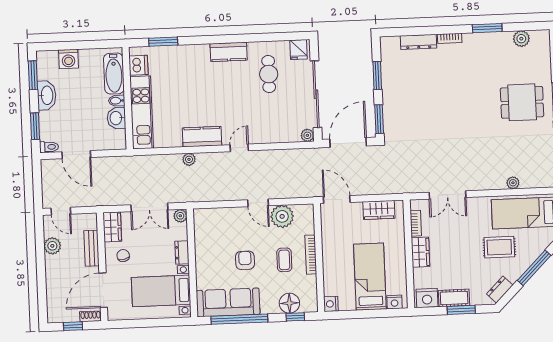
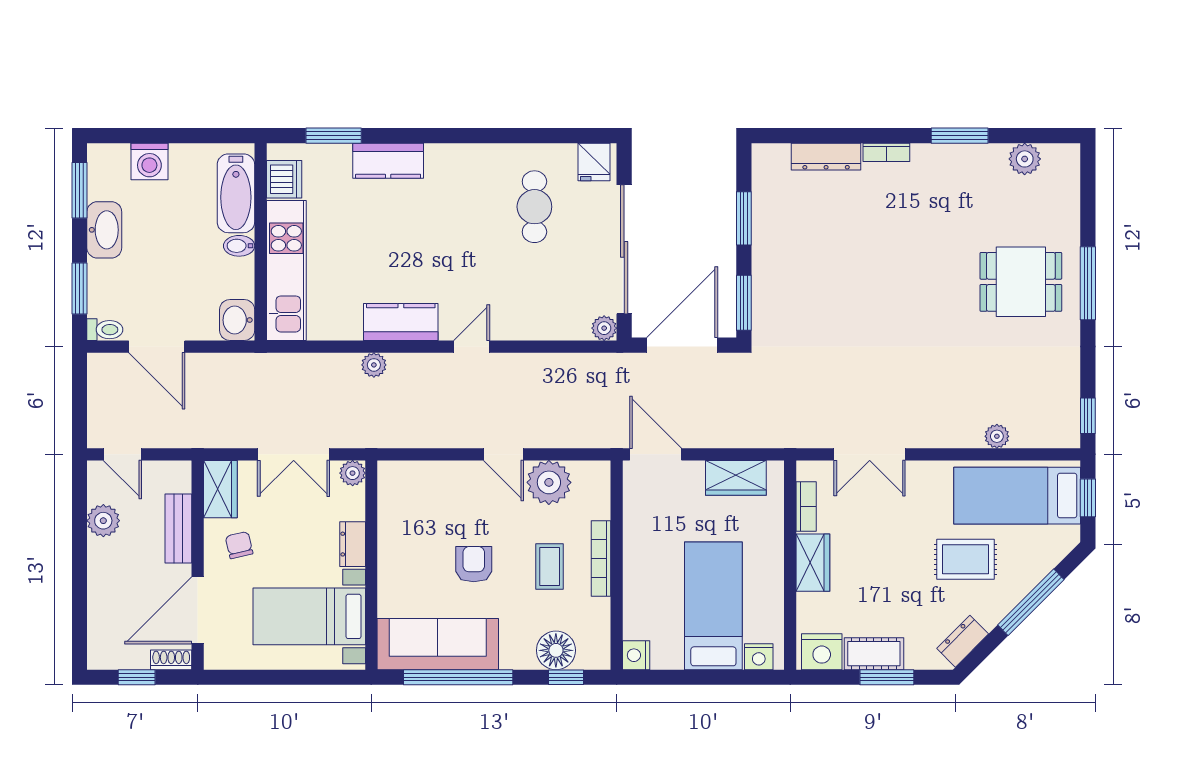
kitchen counter: (229, 52) -> (388, 161), moved
washbasin: (116, 118) -> (237, 320), moved

